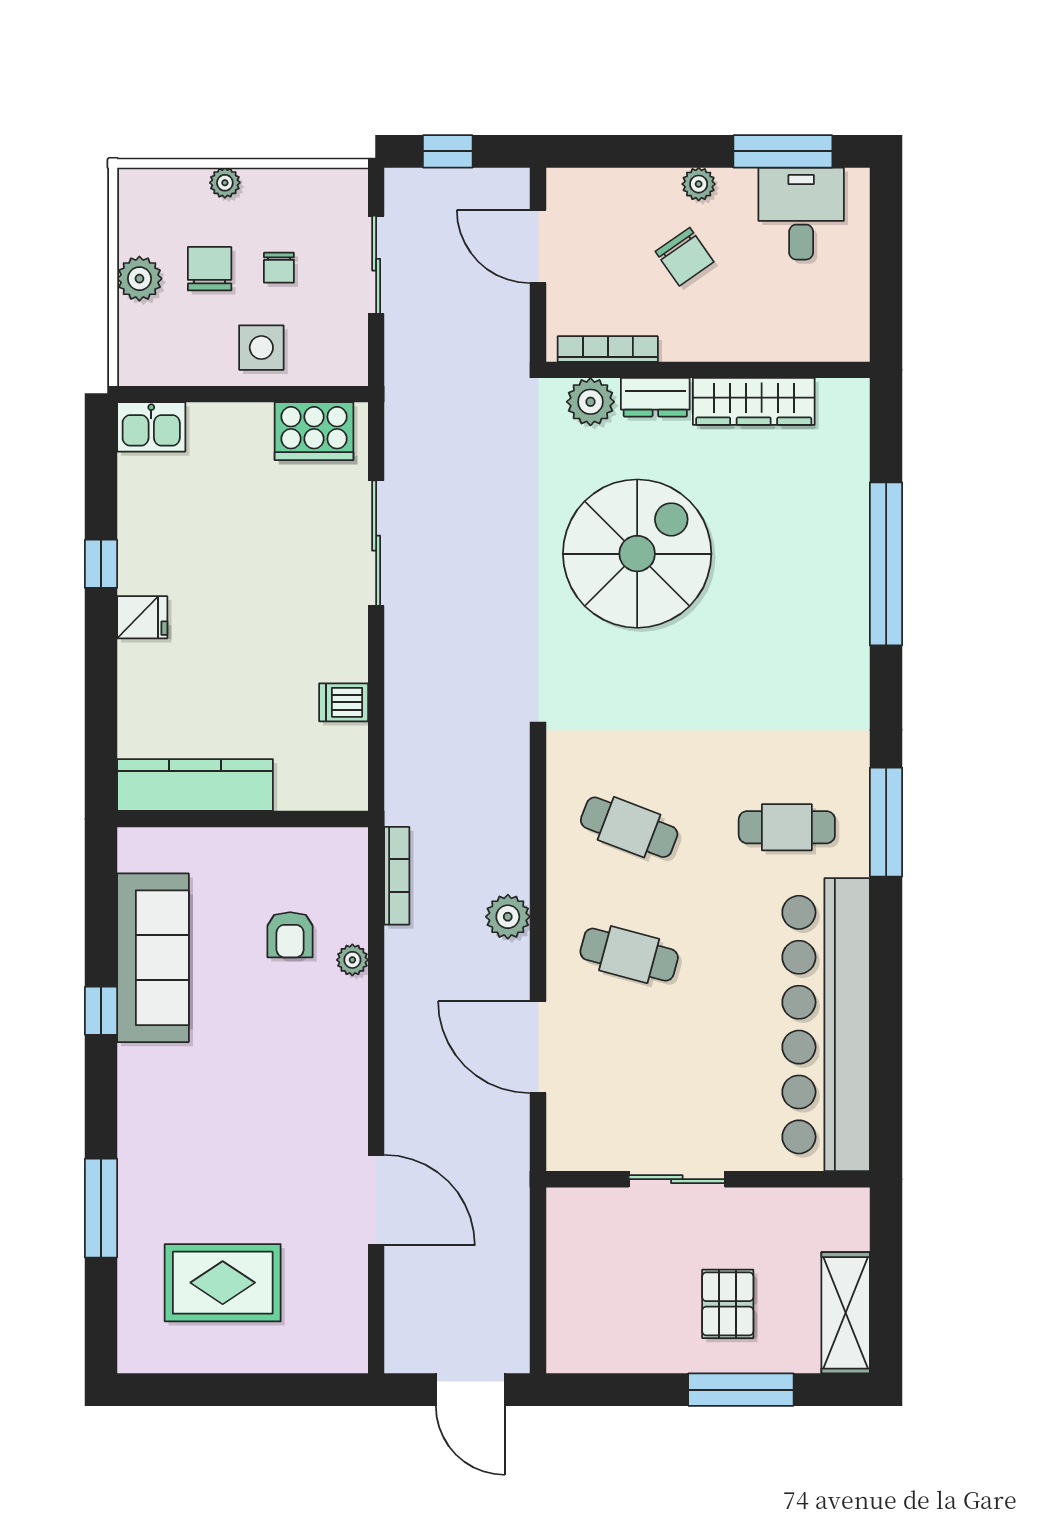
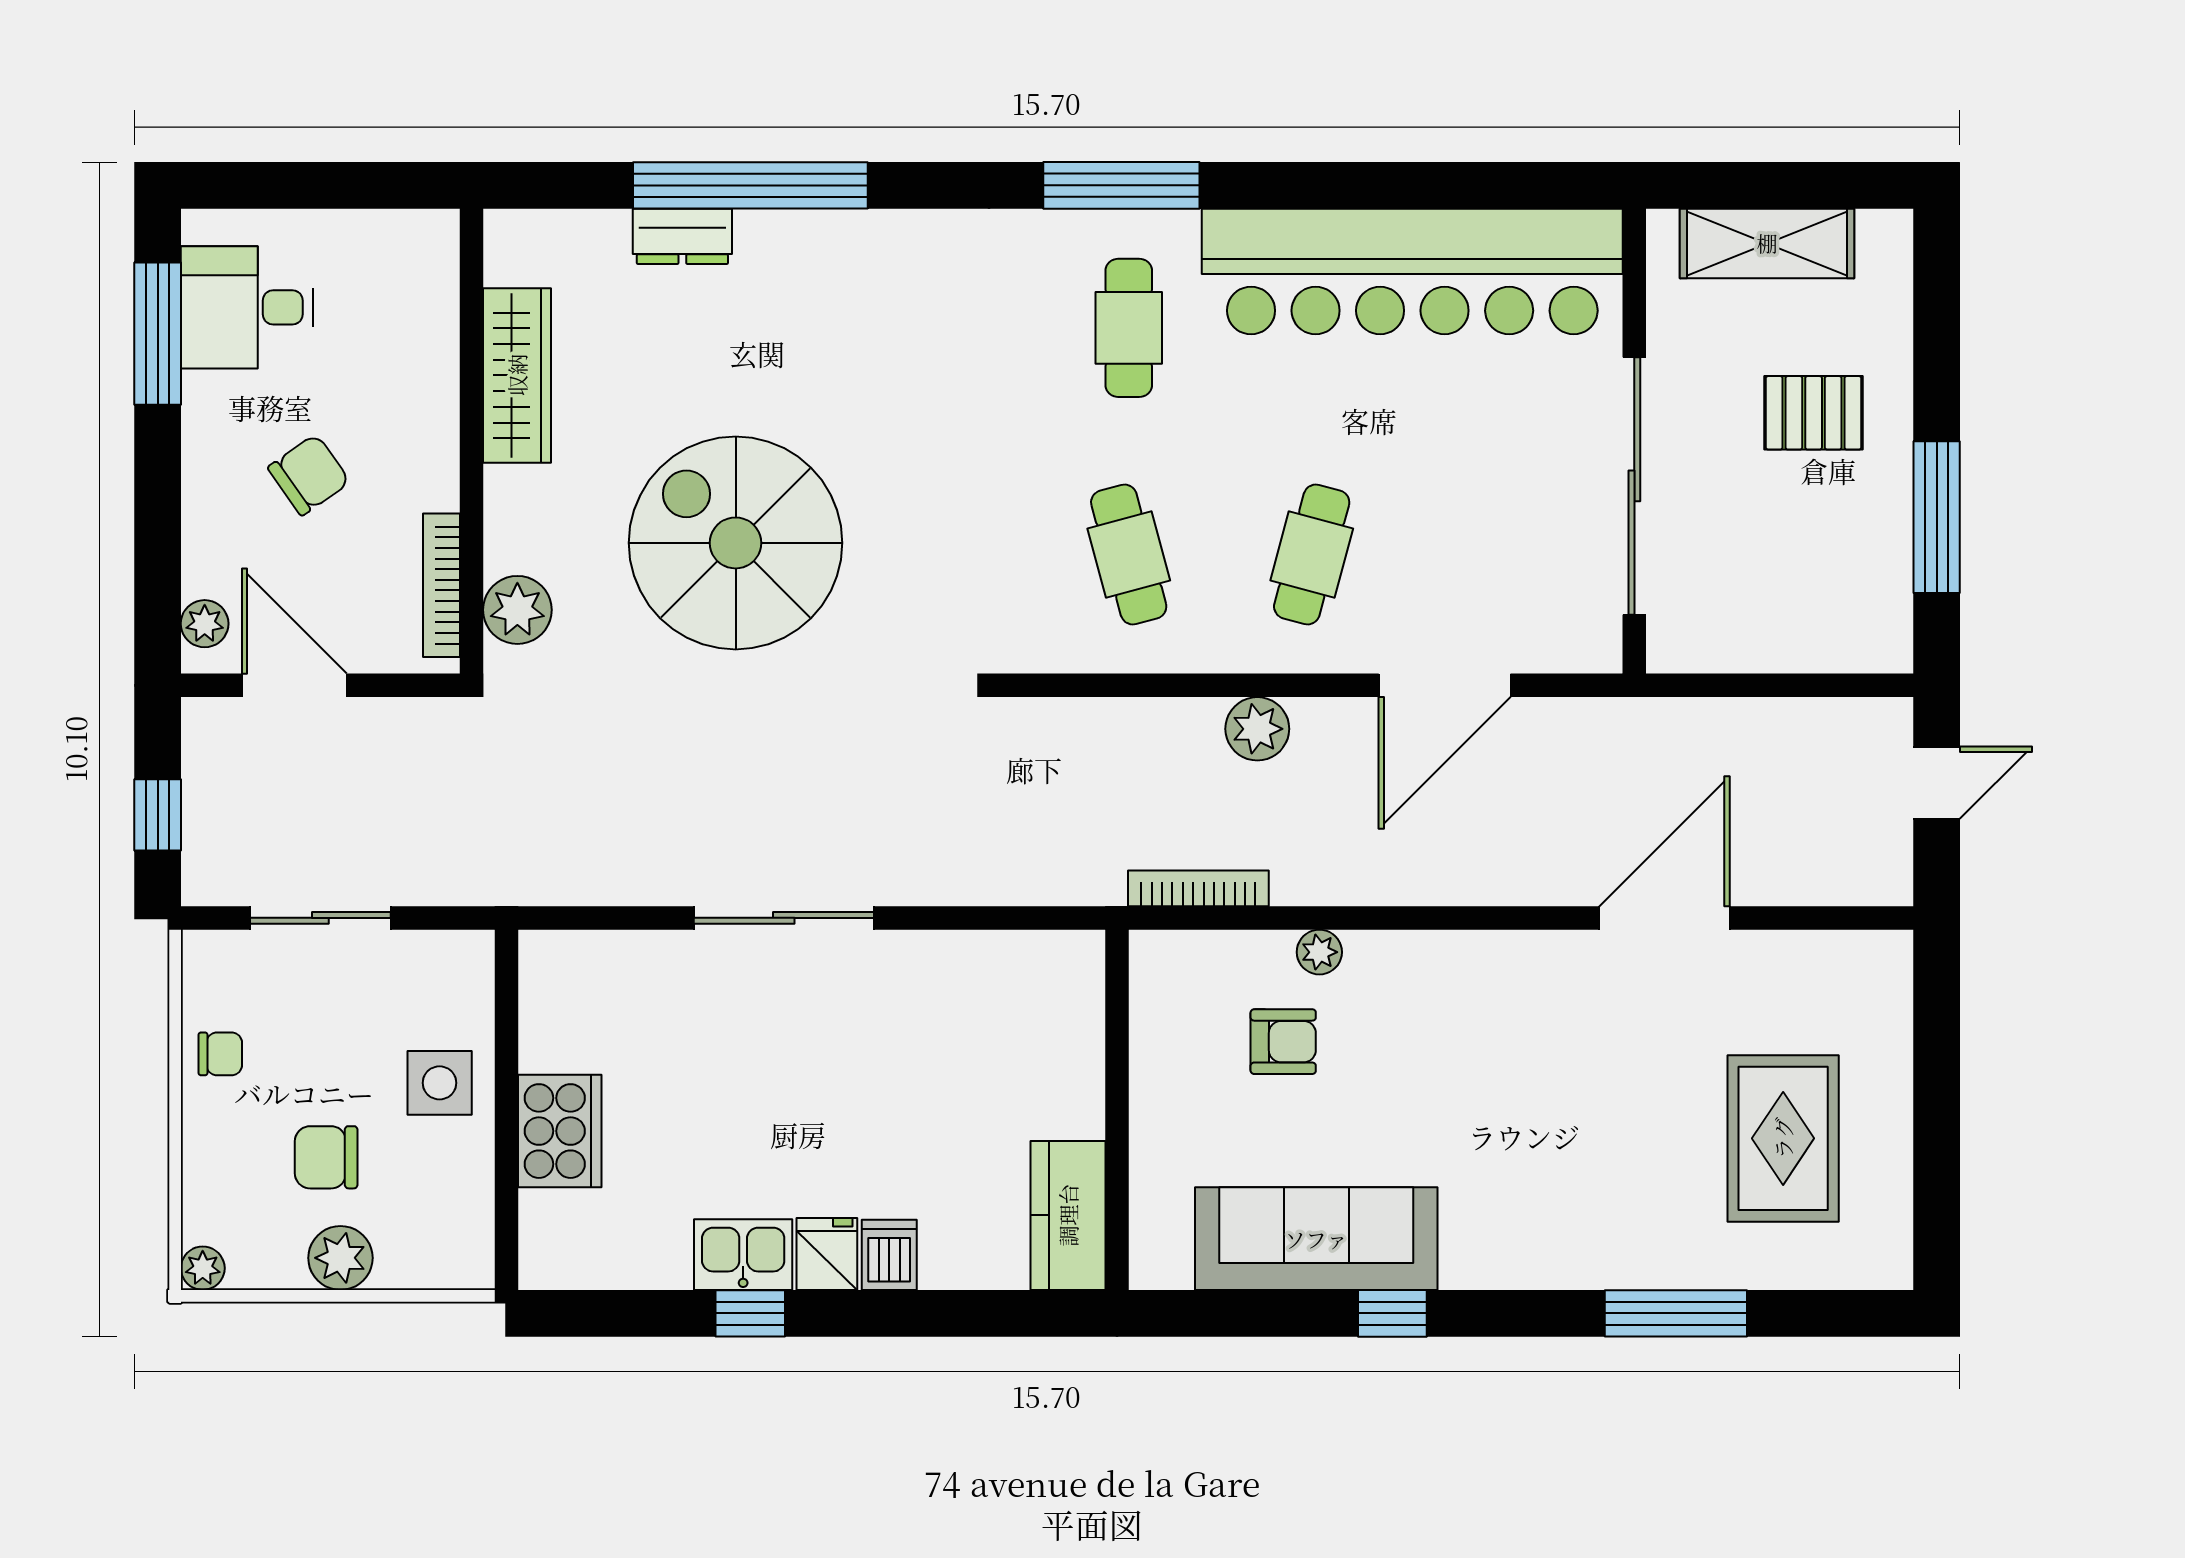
plant: (225, 183) -> (203, 1268), moved
plant: (699, 184) -> (205, 624), moved
door: (538, 246) -> (294, 685), swing flipped
chair: (279, 268) -> (220, 1054), moved
dresser: (655, 397) -> (682, 236), moved, turned 90
kitchen sink: (151, 427) -> (743, 1255), moved, turned -90
cooker: (314, 431) -> (560, 1131), moved
sliding door: (376, 543) -> (784, 918), moved
dishwasher: (344, 702) -> (889, 1255), moved, turned 180
kitchen counter: (195, 785) -> (1068, 1215), width x0.67
cafe table: (629, 827) -> (1129, 554), turned -36
sliding door: (677, 1179) -> (1634, 486), width x1.86
shelving: (846, 1313) -> (1767, 243), moved
door: (470, 1390) -> (1937, 783), width x0.73
window: (741, 1390) -> (1937, 517), moved

